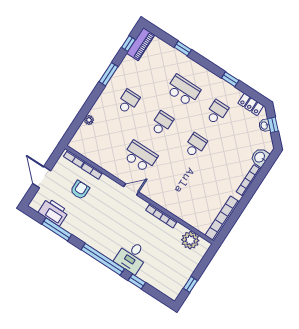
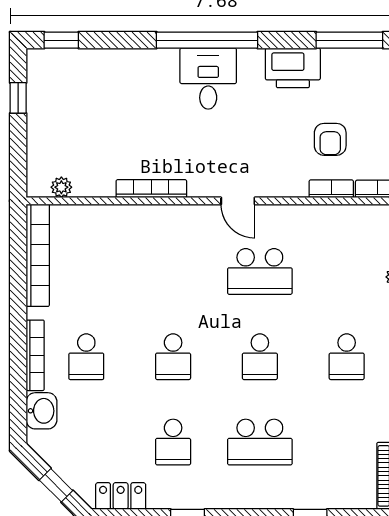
washbasin: (264, 125) -> (71, 474), removed
school desk: (229, 167) -> (86, 357), added
door: (131, 189) -> (238, 201), hinge flipped
printer: (53, 212) -> (293, 68), moved
window: (57, 229) -> (349, 40), moved
plant: (190, 240) -> (61, 187), width x0.53, depth x0.53
desk: (131, 257) -> (208, 79), moved
window: (137, 281) -> (61, 40), moved

